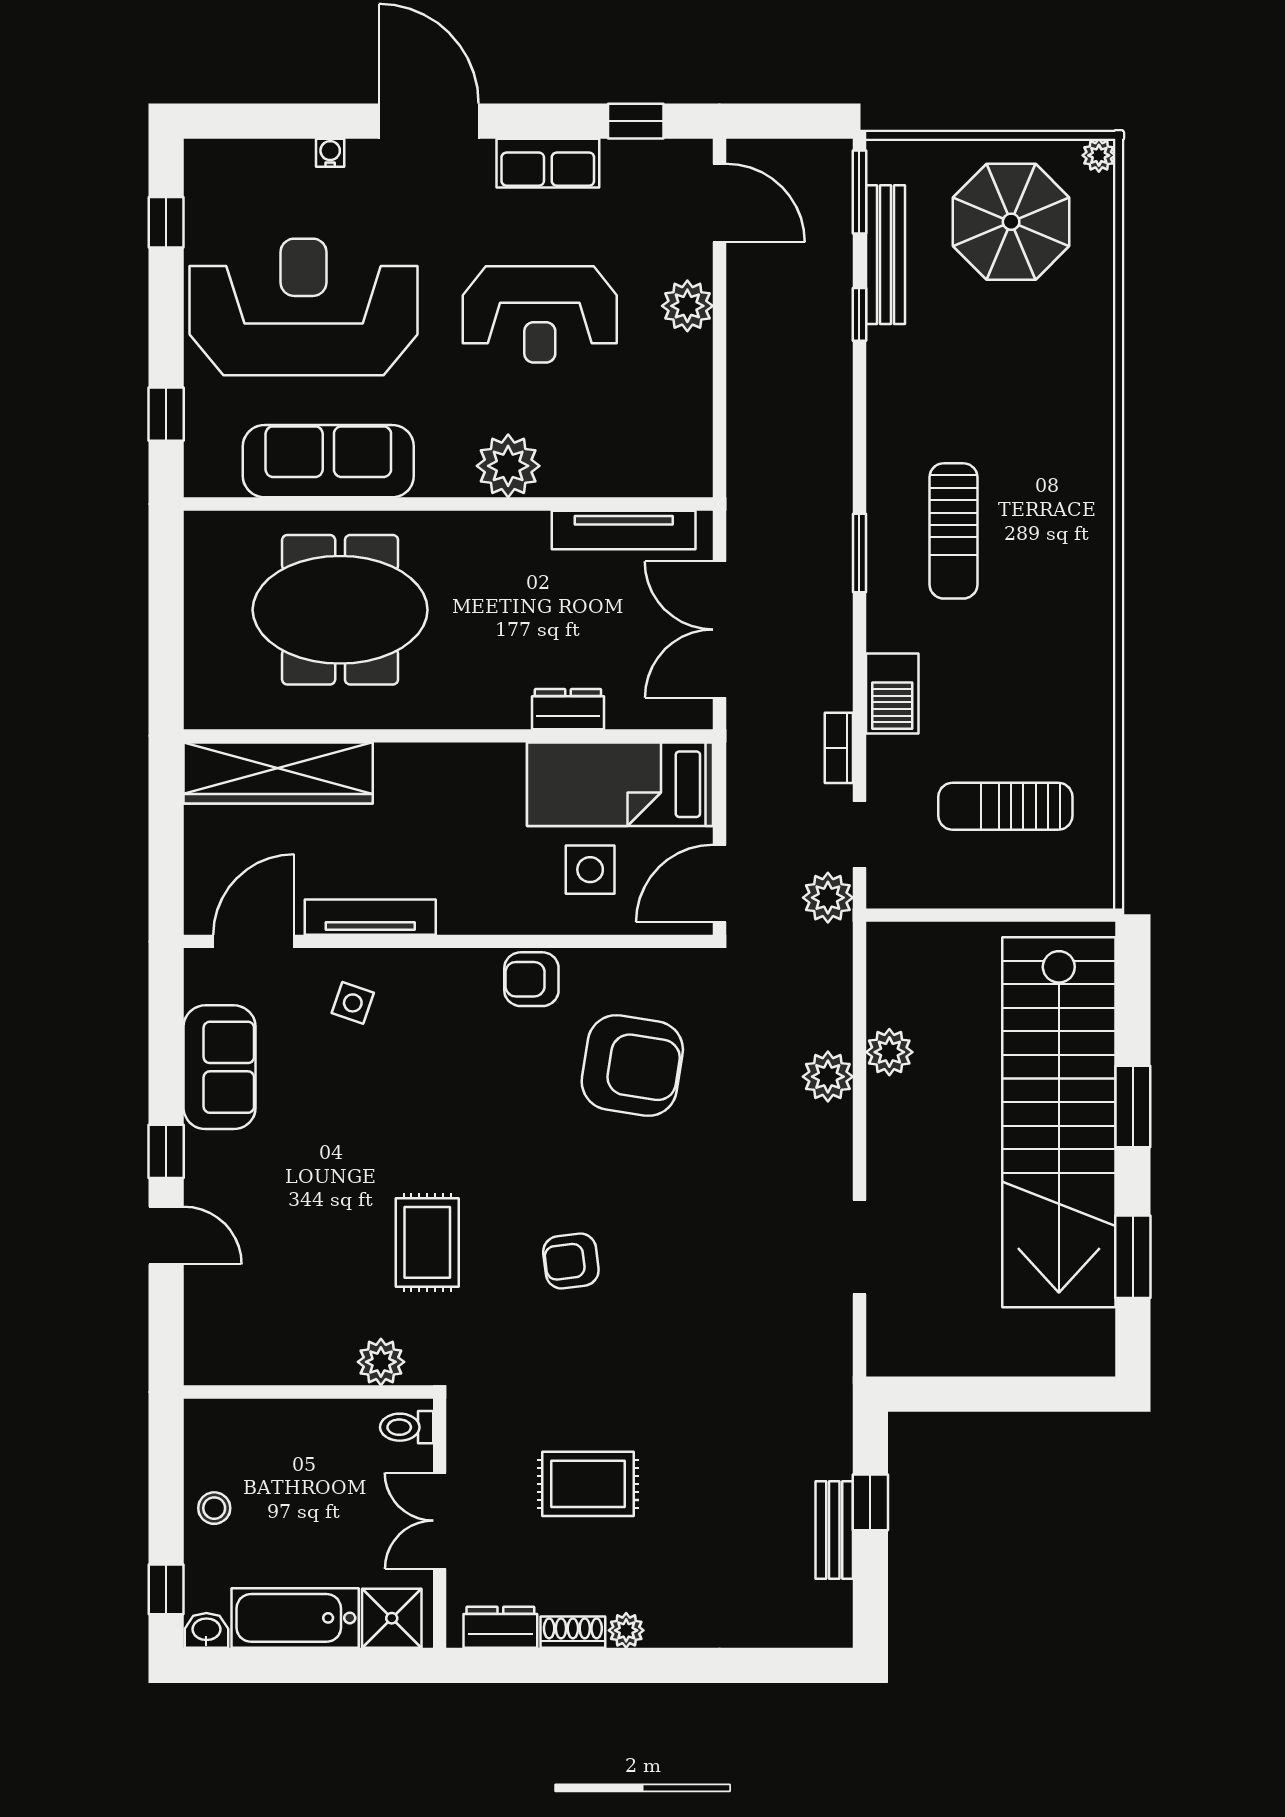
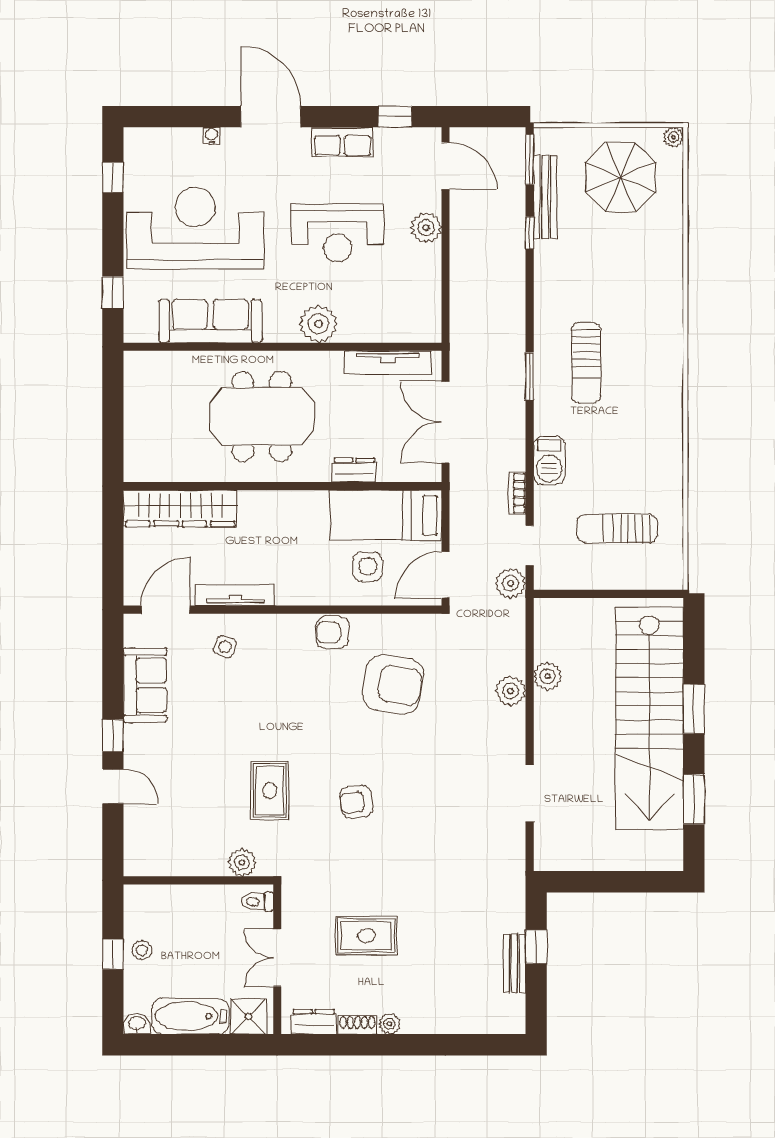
meeting table: (340, 610) -> (262, 417), moved
window: (166, 1589) -> (113, 954), moved

